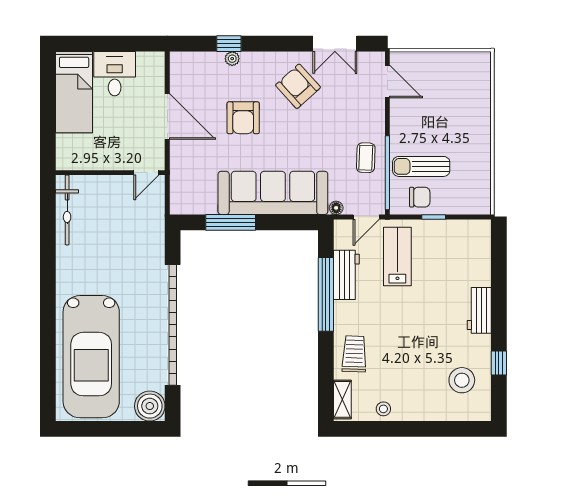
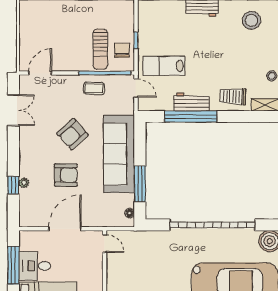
window: (116, 44) -> (13, 265), added
armchair: (298, 86) -> (72, 134), moved
floor lamp: (336, 208) -> (130, 213), moved
workbench: (346, 275) -> (191, 102), moved

